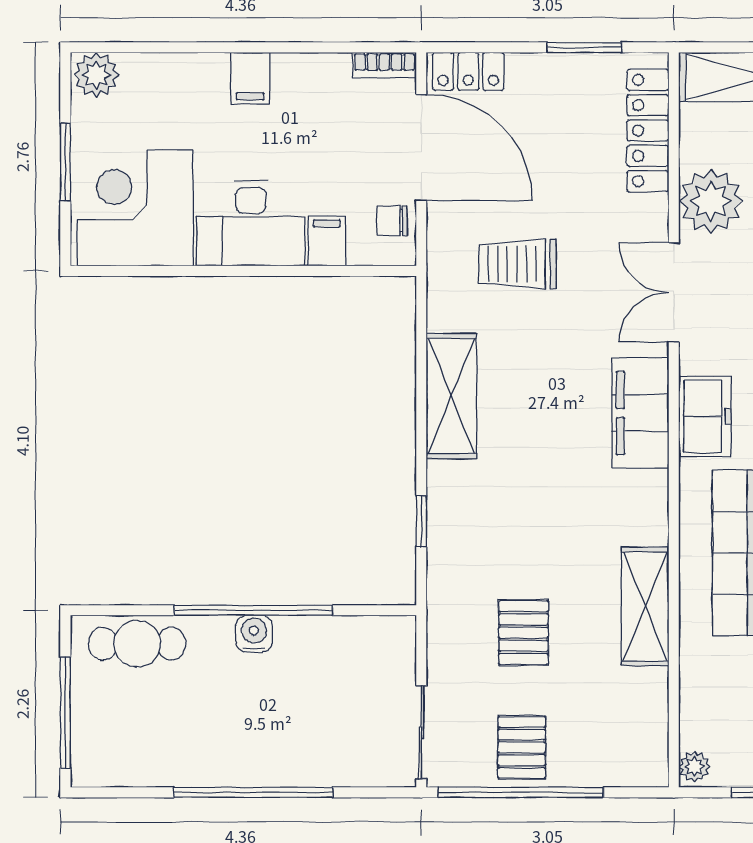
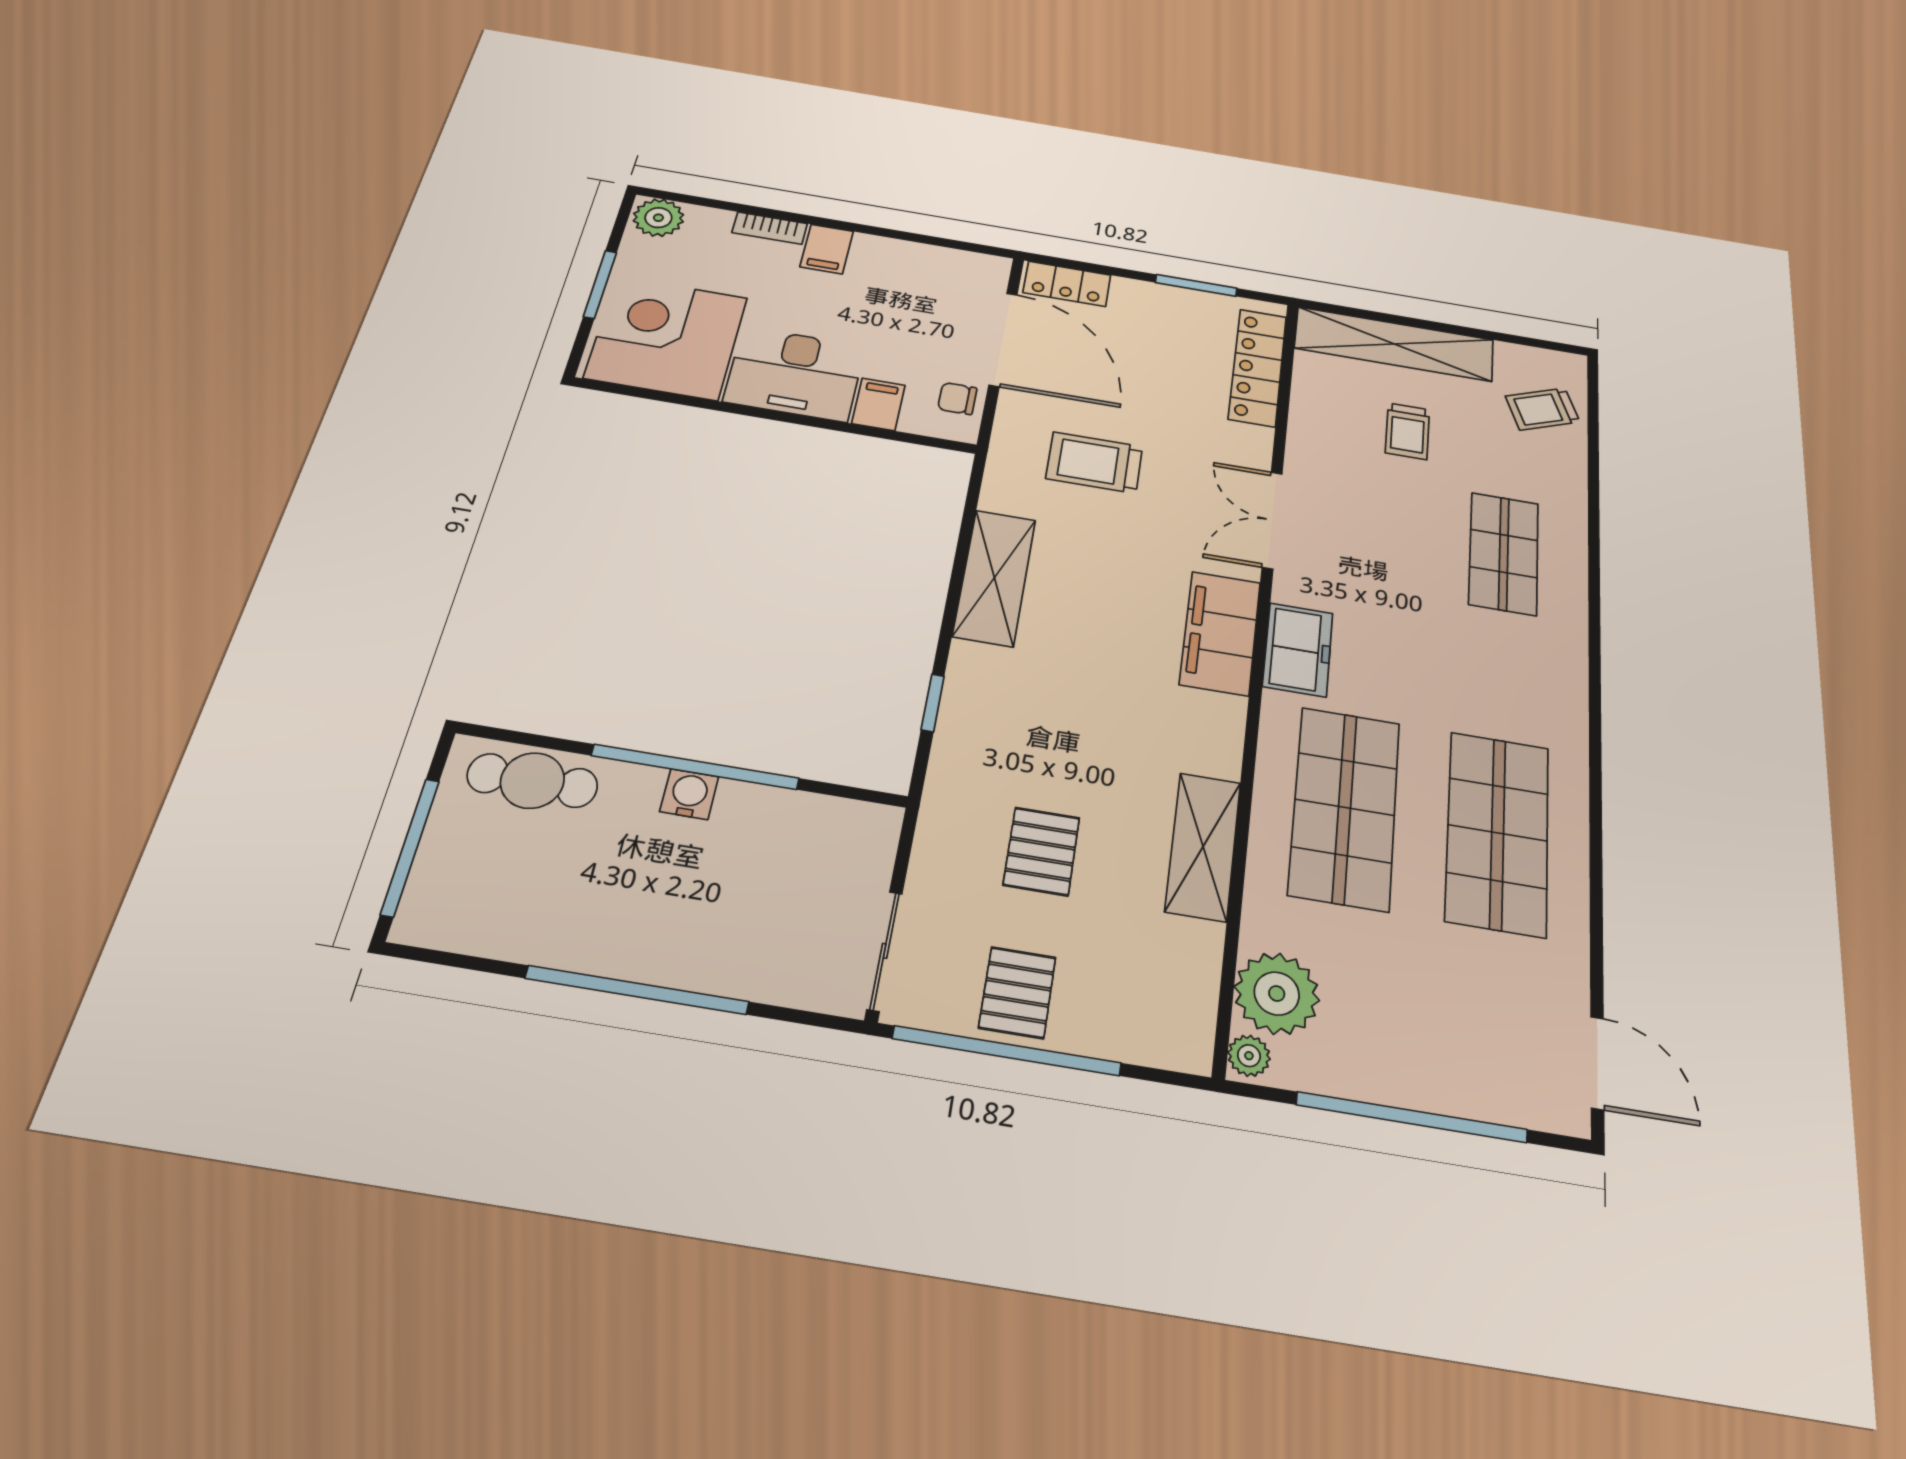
bookcase: (384, 65) -> (770, 228), moved
plant: (711, 201) -> (1277, 994), moved

